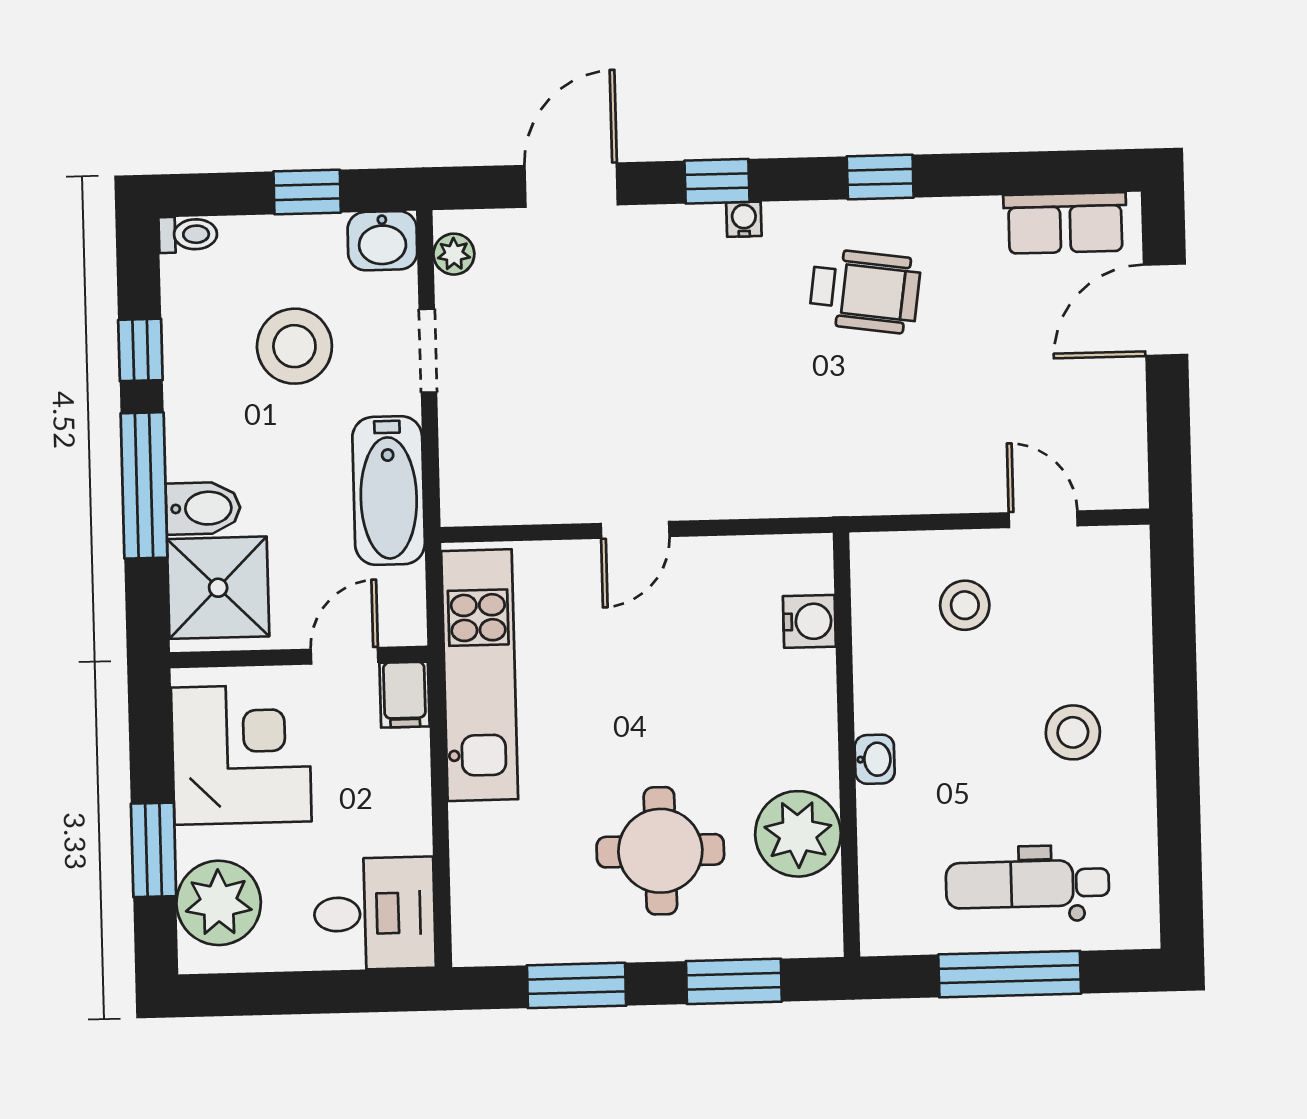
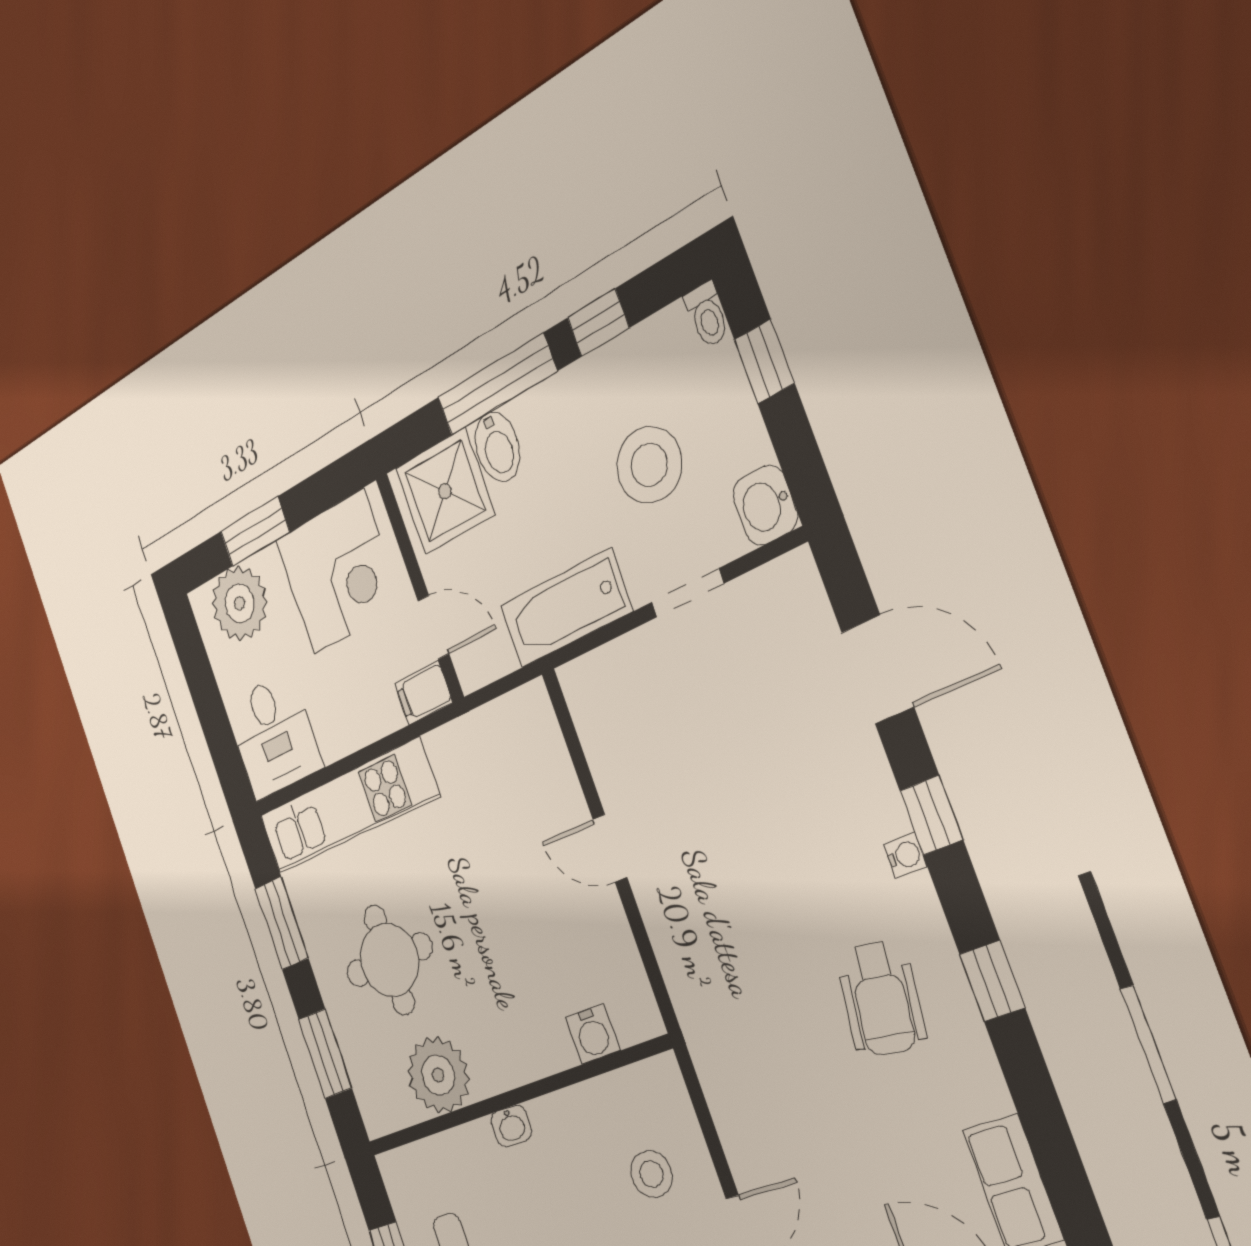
window: (307, 192) -> (764, 361), moved
plant: (454, 254) -> (777, 580), removed
kitchen unit: (480, 675) -> (348, 806), moved

